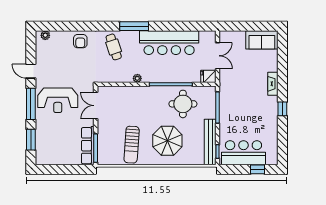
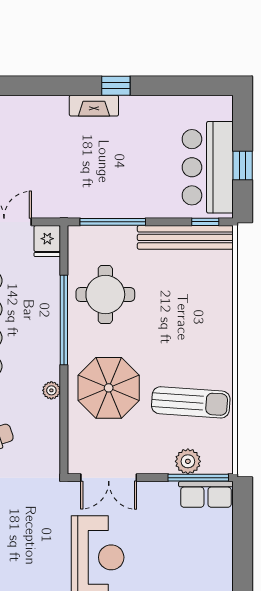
fireplace: (273, 84) -> (94, 106), moved
parasol: (167, 141) -> (109, 388), moved
plant: (103, 143) -> (188, 461), added
row of seats: (88, 146) -> (206, 494), width x0.68
window: (257, 169) -> (243, 165), moved

